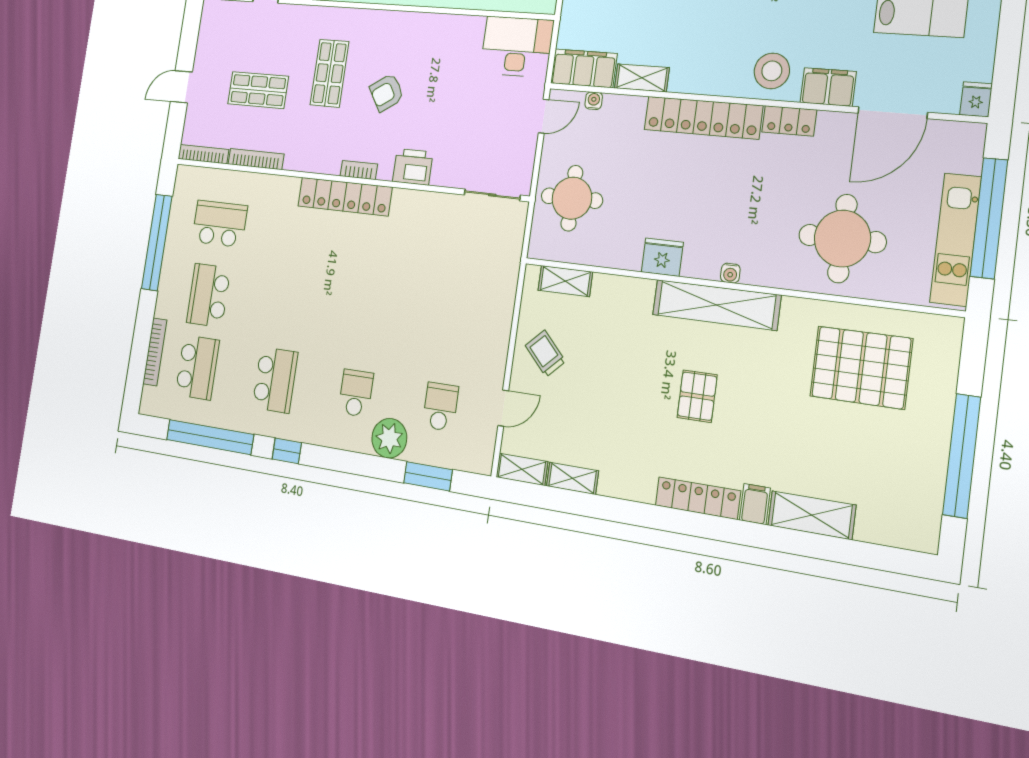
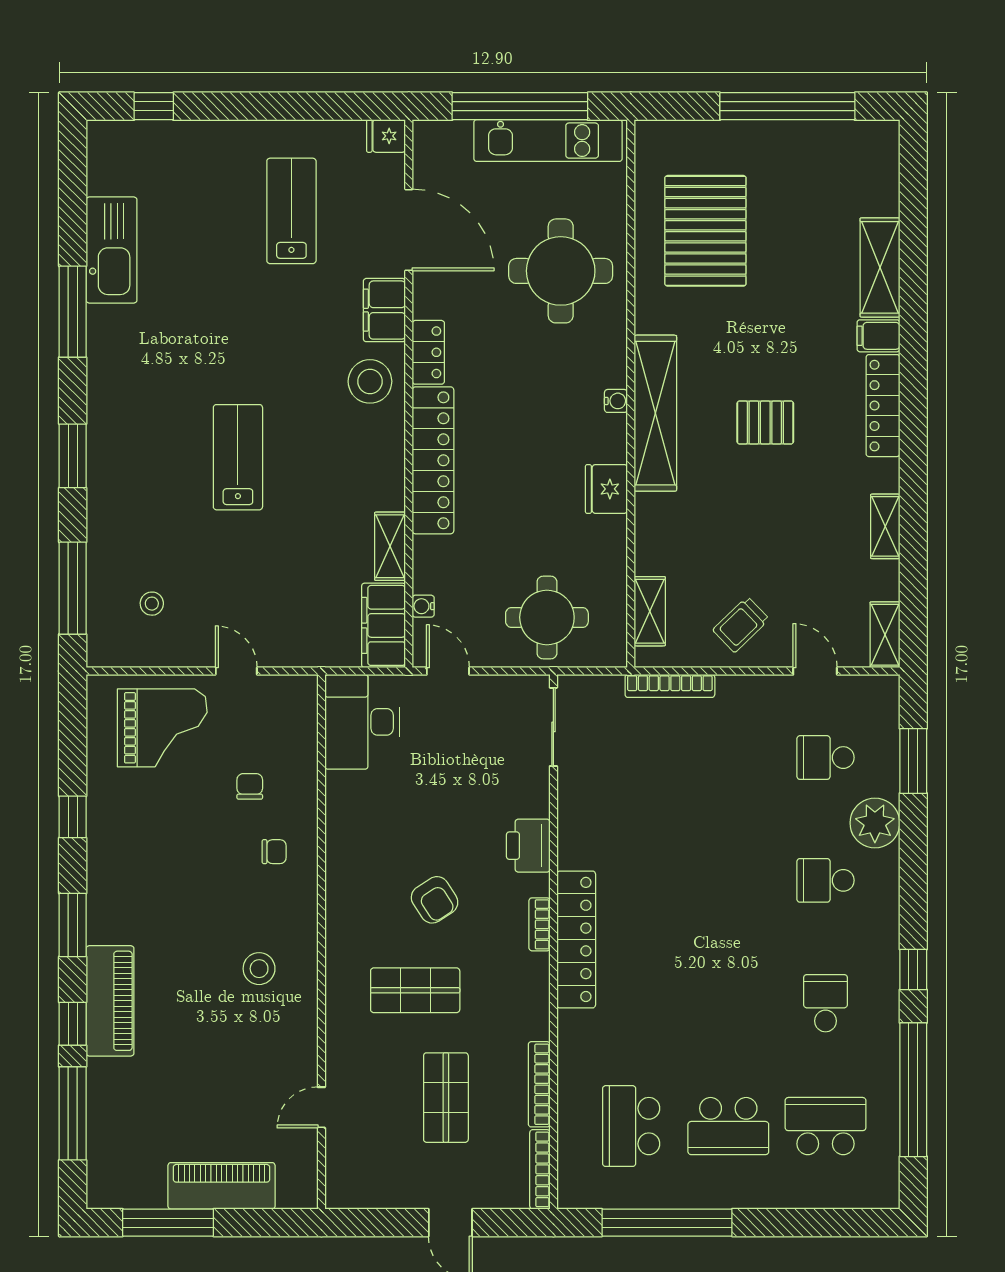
bookcase: (155, 352) -> (670, 686), moved, turned 180
school desk: (275, 380) -> (826, 1003), width x0.54
shelving: (572, 478) -> (885, 526), moved

